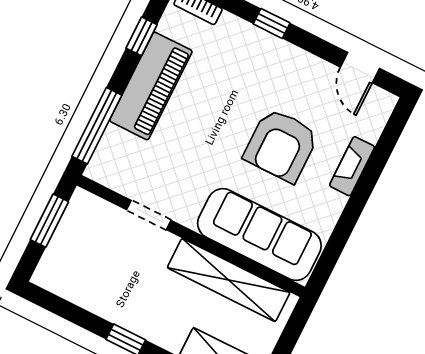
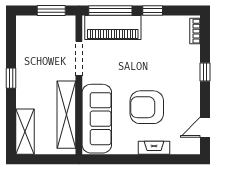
window: (142, 36) -> (153, 10), moved
piano: (151, 86) -> (113, 27), moved
doorway: (149, 215) -> (79, 59), width x1.38

